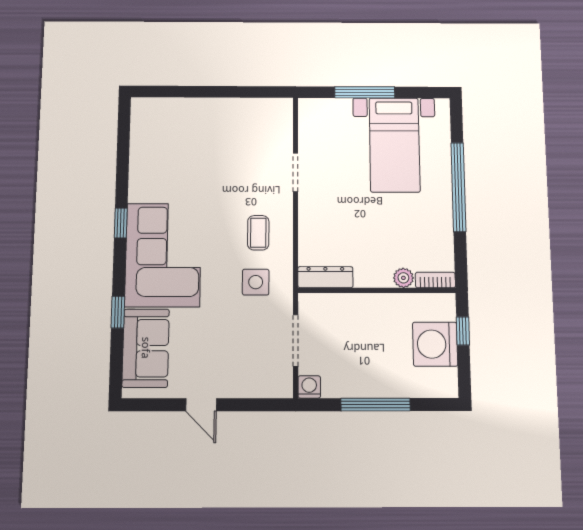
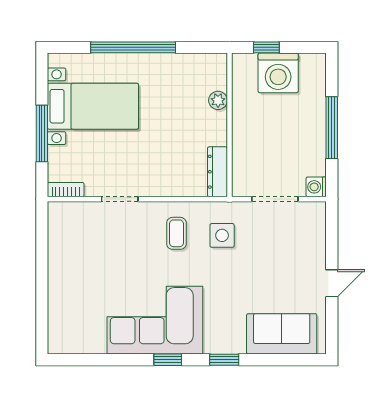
coffee table: (258, 233) -> (176, 233), turned 90
corner sofa: (163, 255) -> (155, 320), moved
bookcase: (435, 280) -> (66, 190), moved, turned 90
window: (118, 312) -> (224, 360), moved

